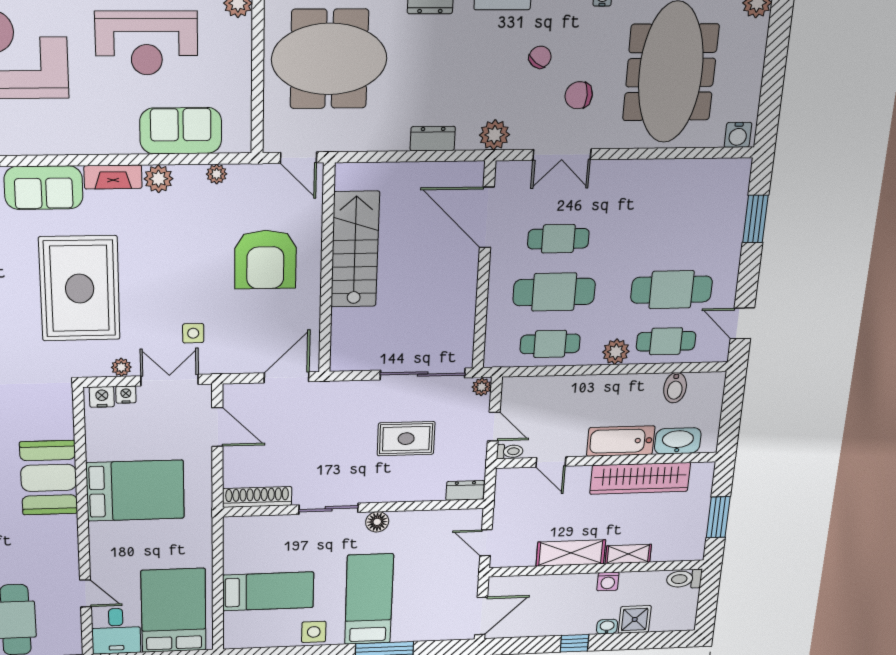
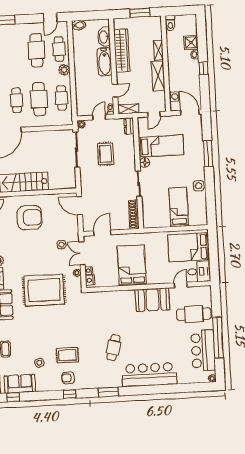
bidet: (675, 388) -> (79, 25), moved
booth: (49, 478) -> (152, 300), moved
shelving: (505, 490) -> (128, 109), added
washing machine: (608, 581) -> (174, 97), moved
bed: (369, 599) -> (161, 146), moved, turned 180

